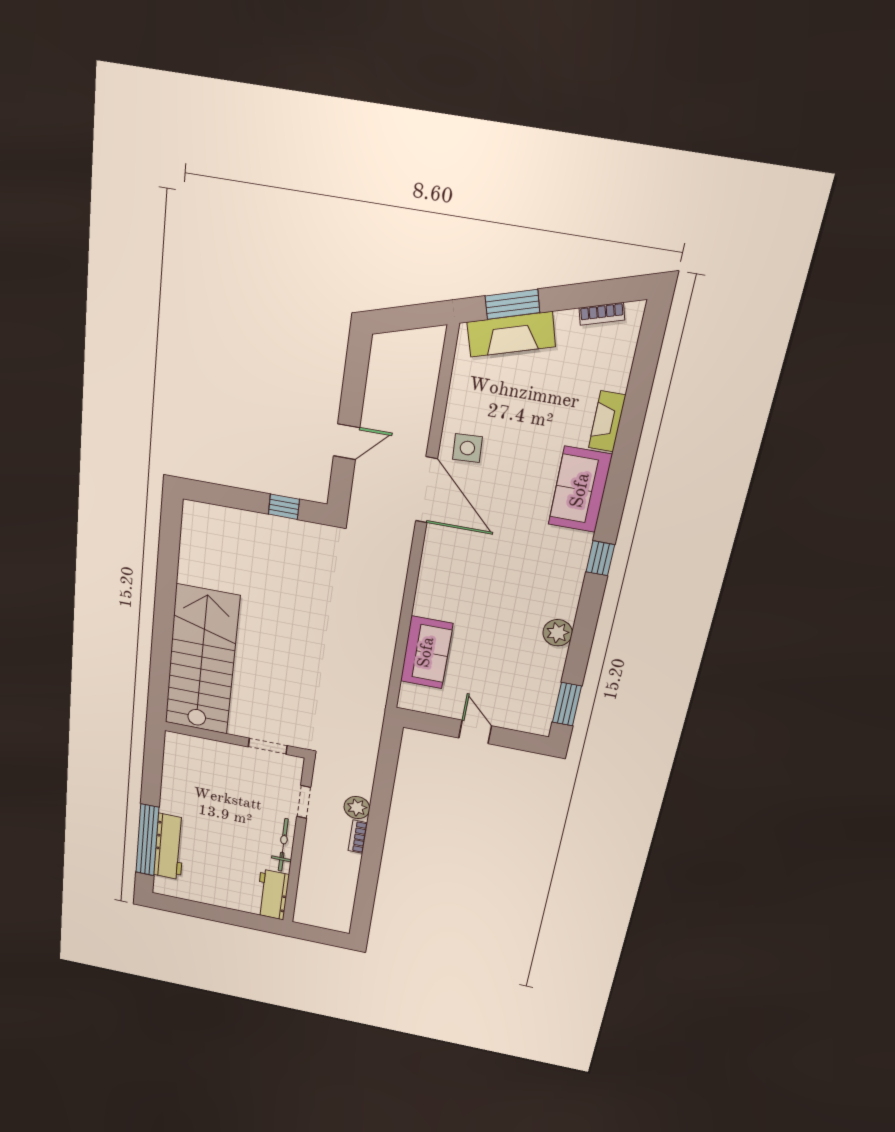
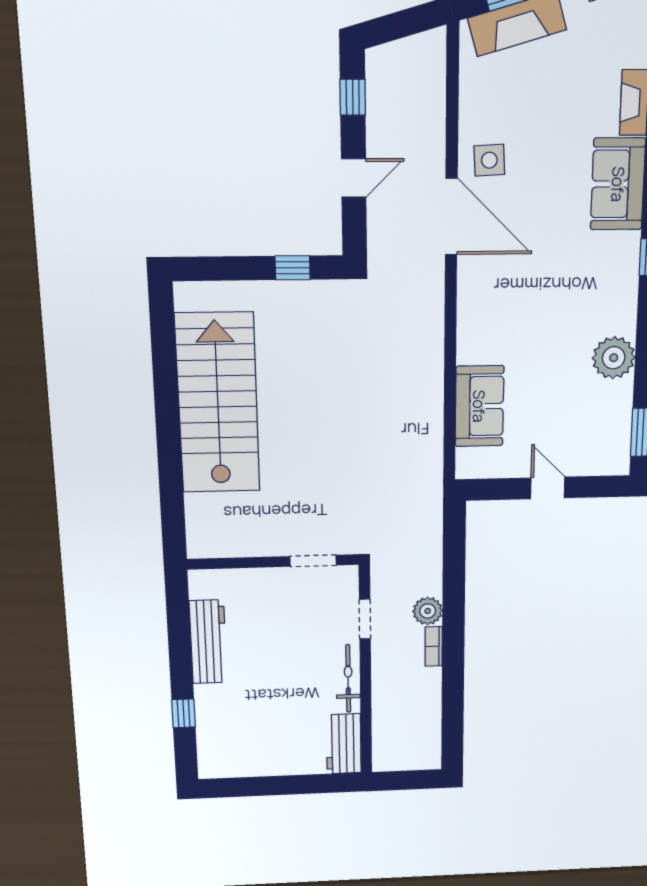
window: (356, 373) -> (353, 97), added
plant: (558, 633) -> (614, 358), width x1.36, depth x1.36
stairs: (202, 660) -> (218, 403), moved
window: (147, 840) -> (184, 713), width x0.32
workbench: (169, 847) -> (208, 642), moved

